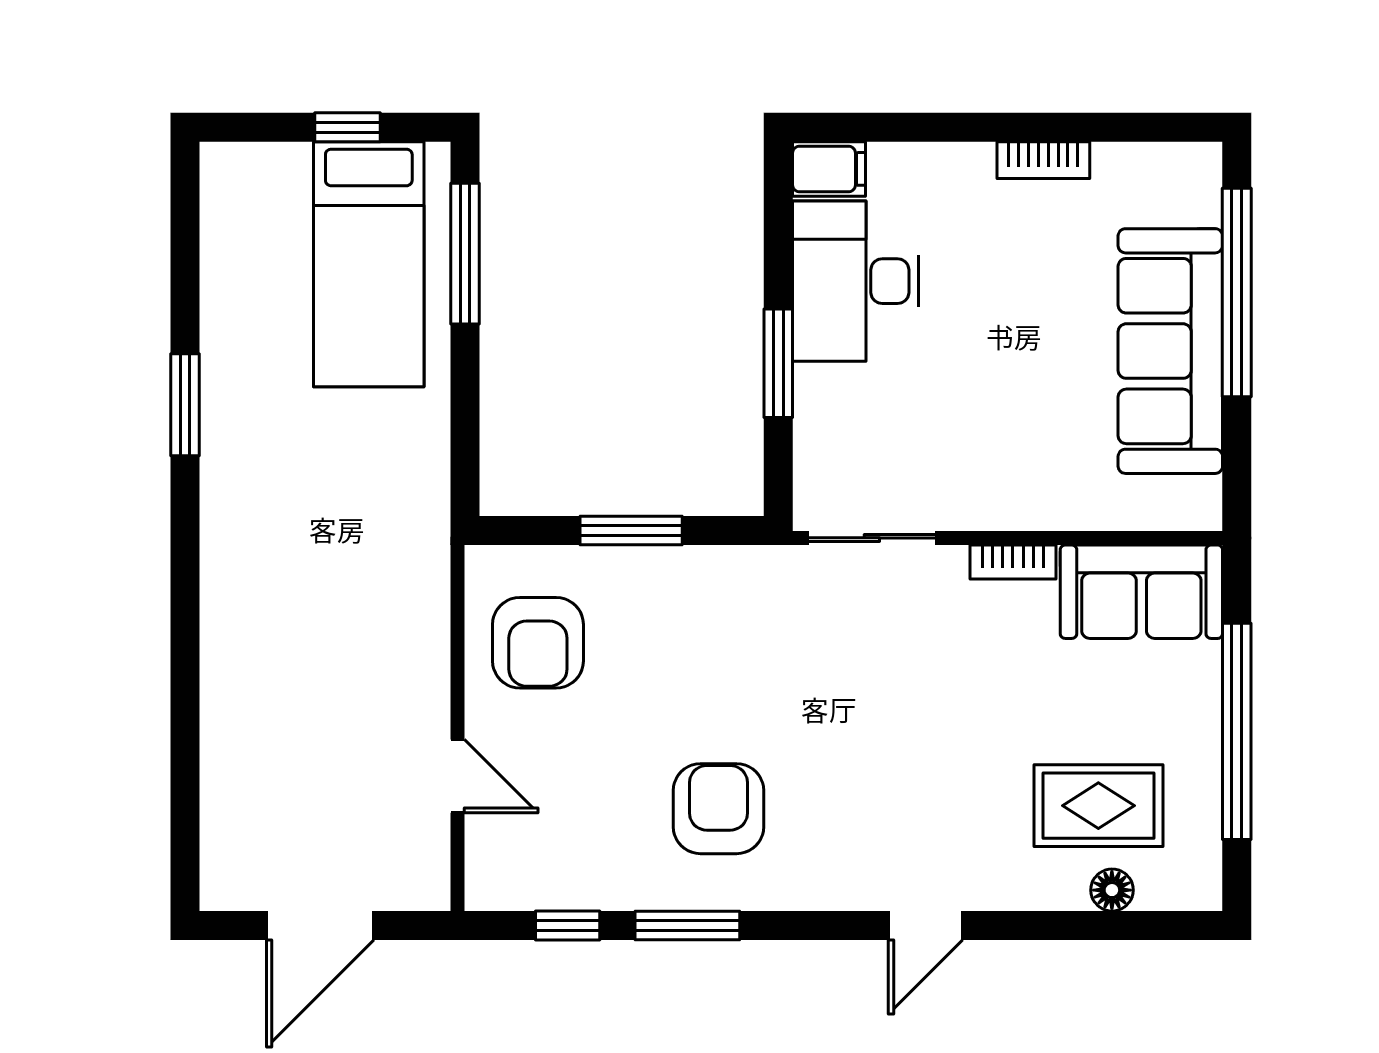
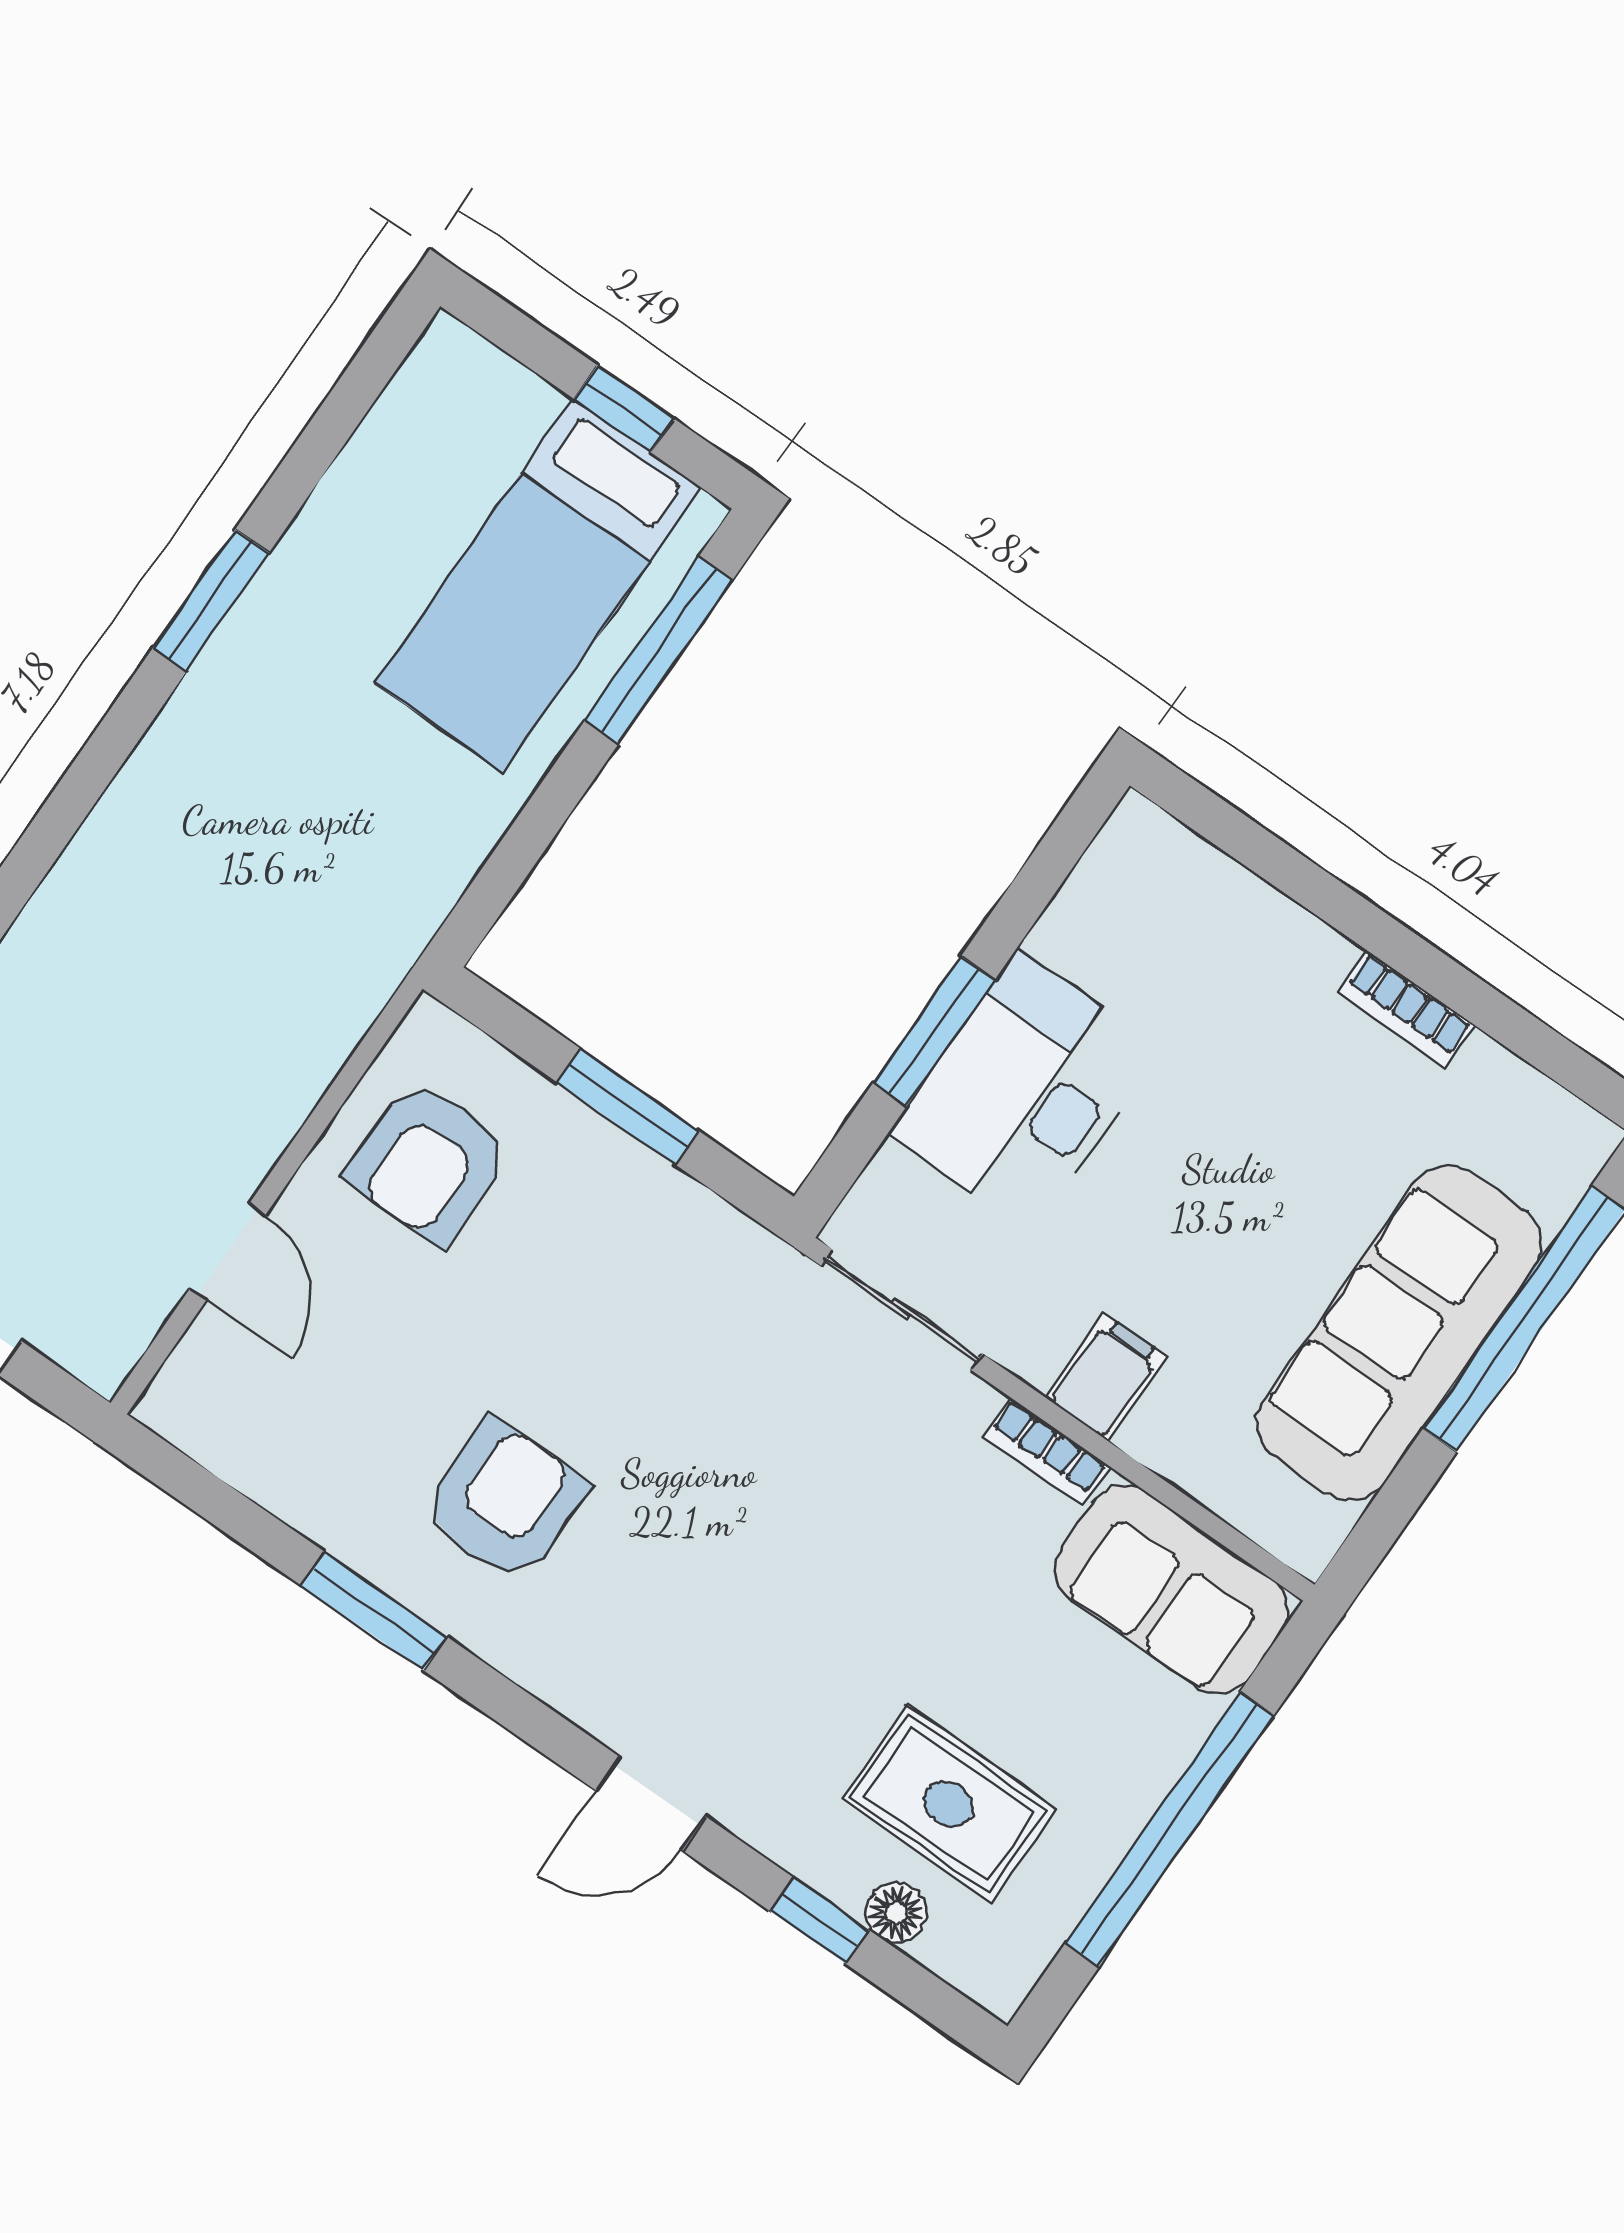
filing cabinet: (829, 169) -> (1106, 1377), moved, turned -90
desk: (856, 281) -> (1025, 1092), moved
window: (568, 926) -> (819, 1921), moved

